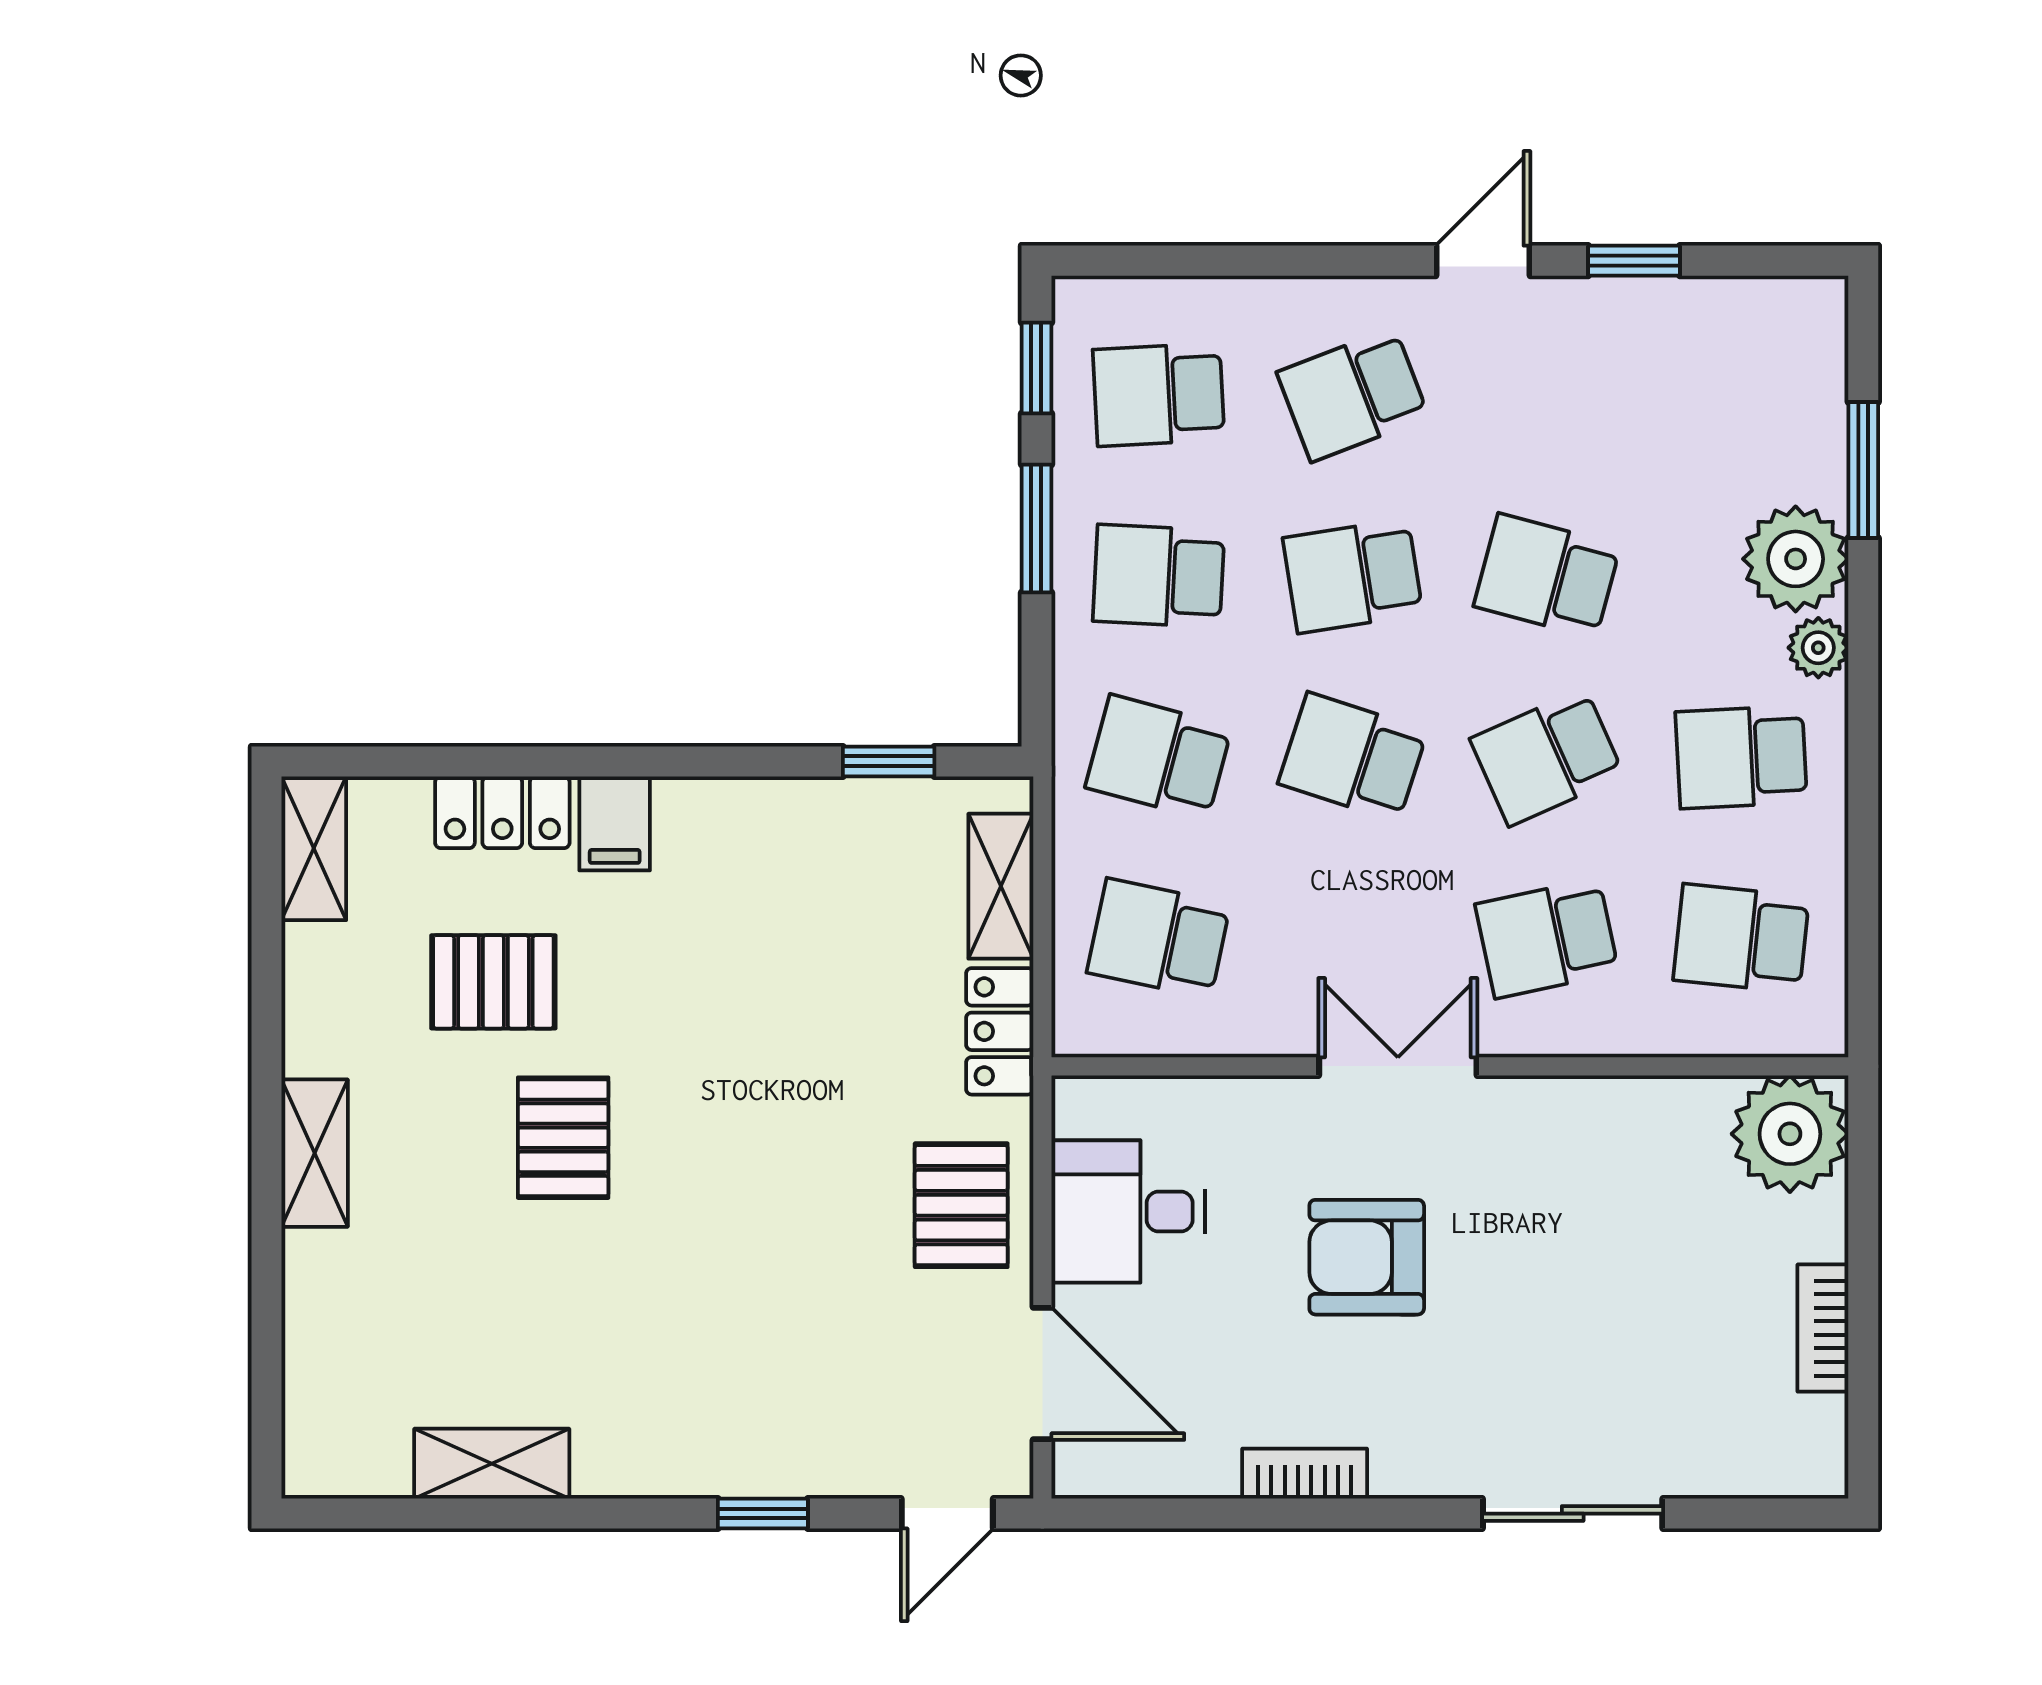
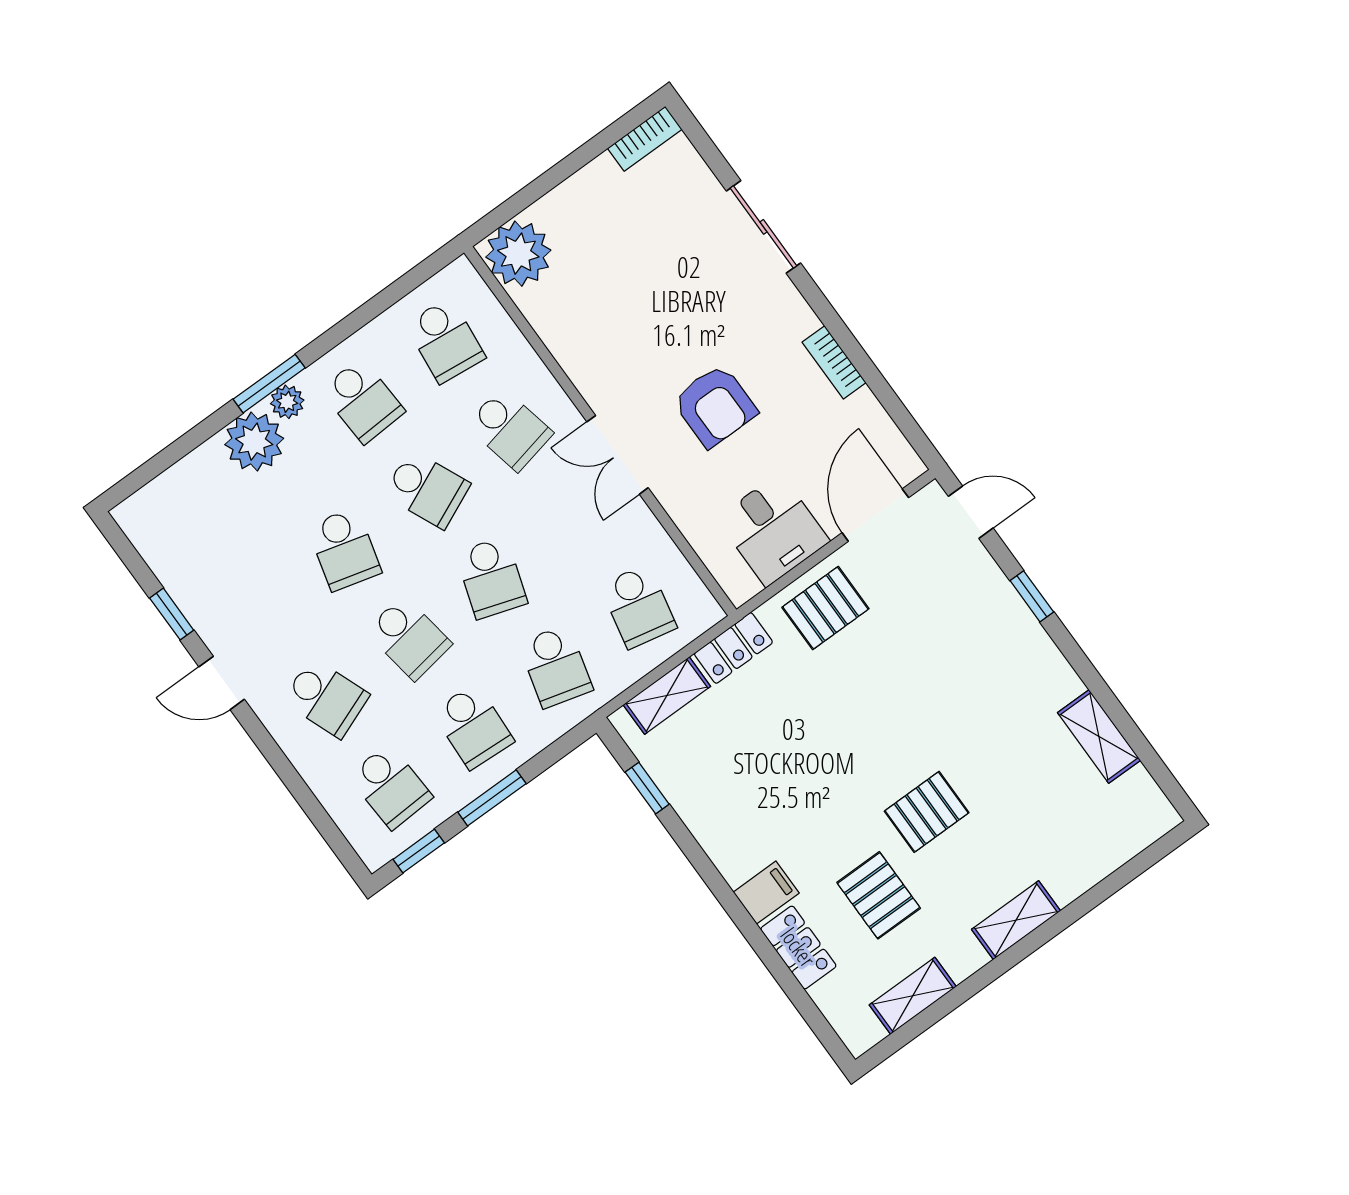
window: (1863, 470) -> (269, 384), moved
shelving: (314, 848) -> (913, 996), moved
bookcase: (1823, 1328) -> (645, 139), moved

